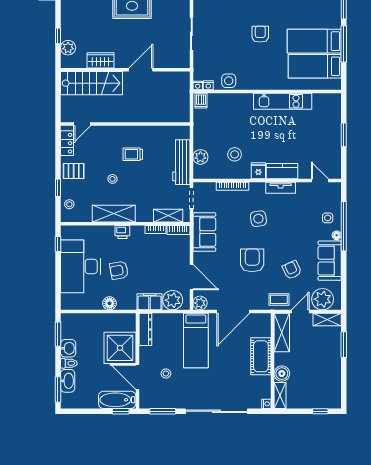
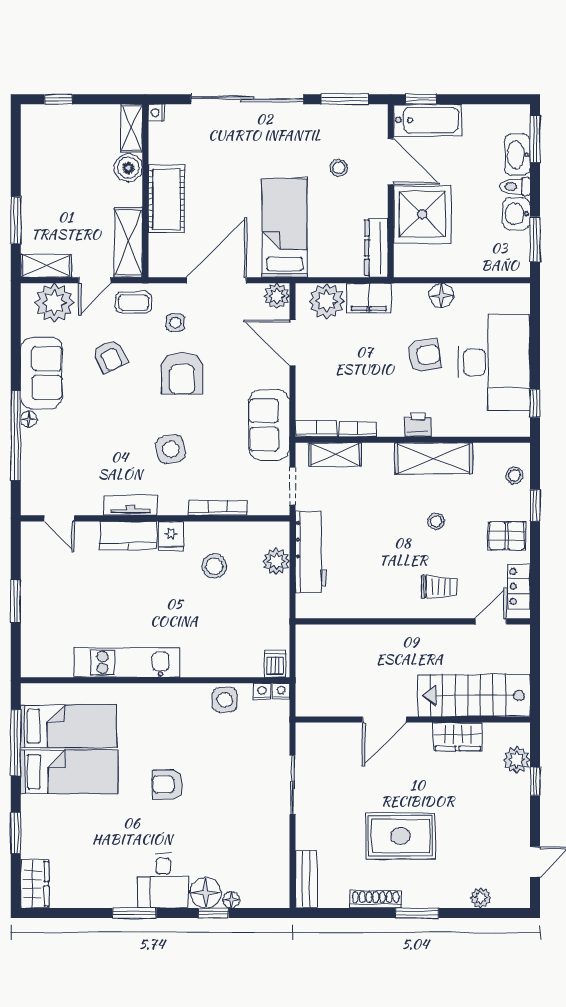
armchair: (260, 34) -> (167, 784), turned 90
window: (344, 44) -> (16, 743), moved
trolley: (133, 154) -> (439, 587), moved
side table: (328, 218) -> (175, 323), moved

